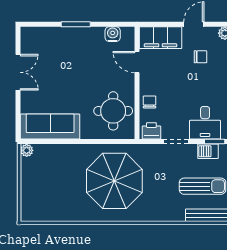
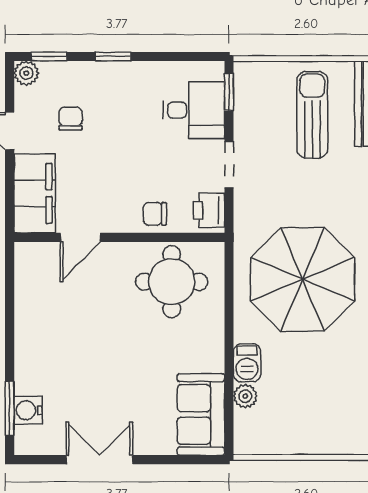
window: (76, 24) -> (10, 408), moved
water cooler: (113, 34) -> (28, 410), moved
sofa: (50, 127) -> (201, 414), width x0.73
plant: (27, 150) -> (245, 396), moved
barbecue: (208, 151) -> (247, 363), moved

